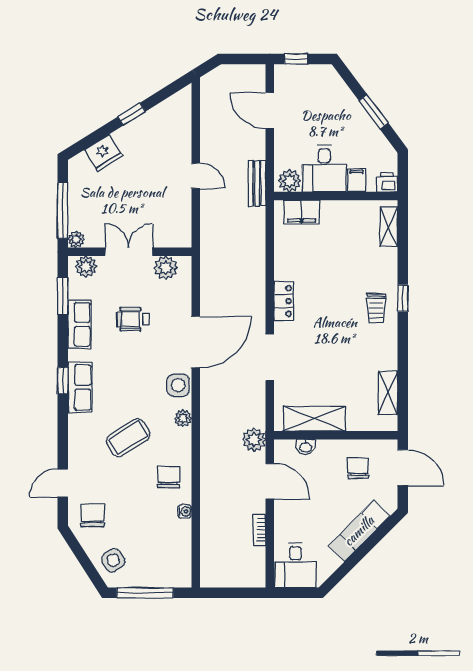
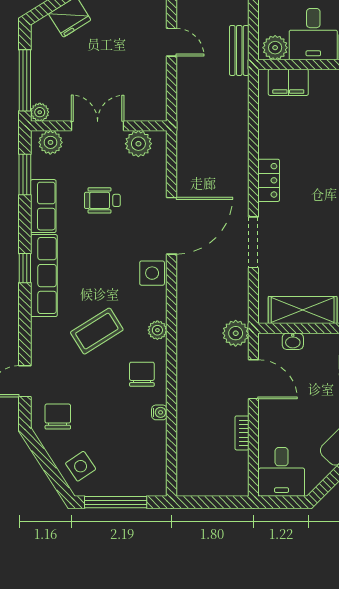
row of seats: (80, 387) -> (44, 276), width x1.48
plant: (183, 418) -> (157, 330), moved

